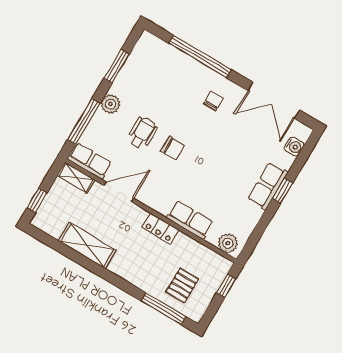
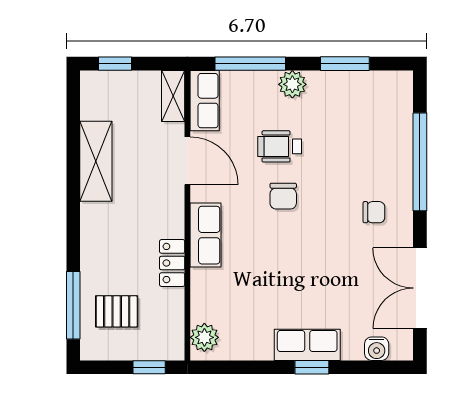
wheelchair: (142, 133) -> (280, 146), turned 180
row of seats: (190, 220) -> (205, 235), moved
locker: (160, 229) -> (172, 263), moved

